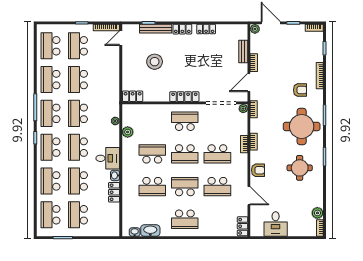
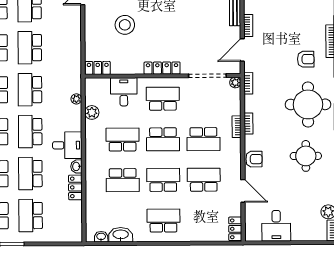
desk: (153, 116) -> (124, 92), added
school desk: (217, 187) -> (204, 180), turned 180
school desk: (185, 219) -> (163, 221), turned 180

